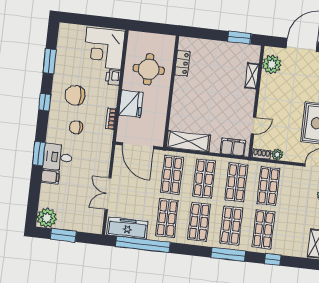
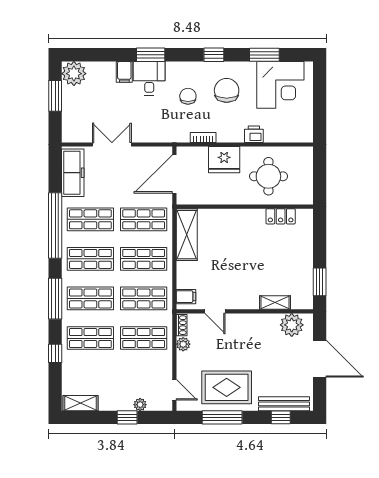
corner desk: (104, 48) -> (280, 85), moved, turned 180
filing cabinet: (233, 147) -> (186, 297), width x0.50
window: (143, 244) -> (55, 225), moved

